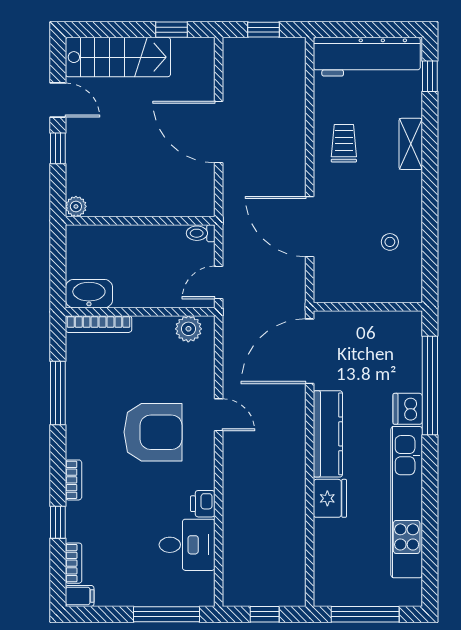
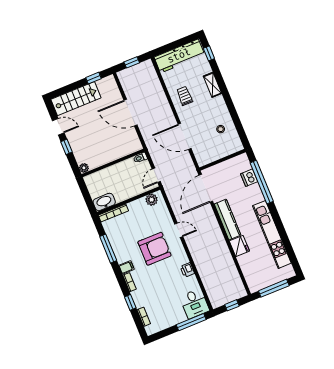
dishwasher: (408, 409) -> (249, 178), moved
desk: (187, 545) -> (194, 304), moved, turned 90
filing cabinet: (80, 596) -> (127, 267), moved

